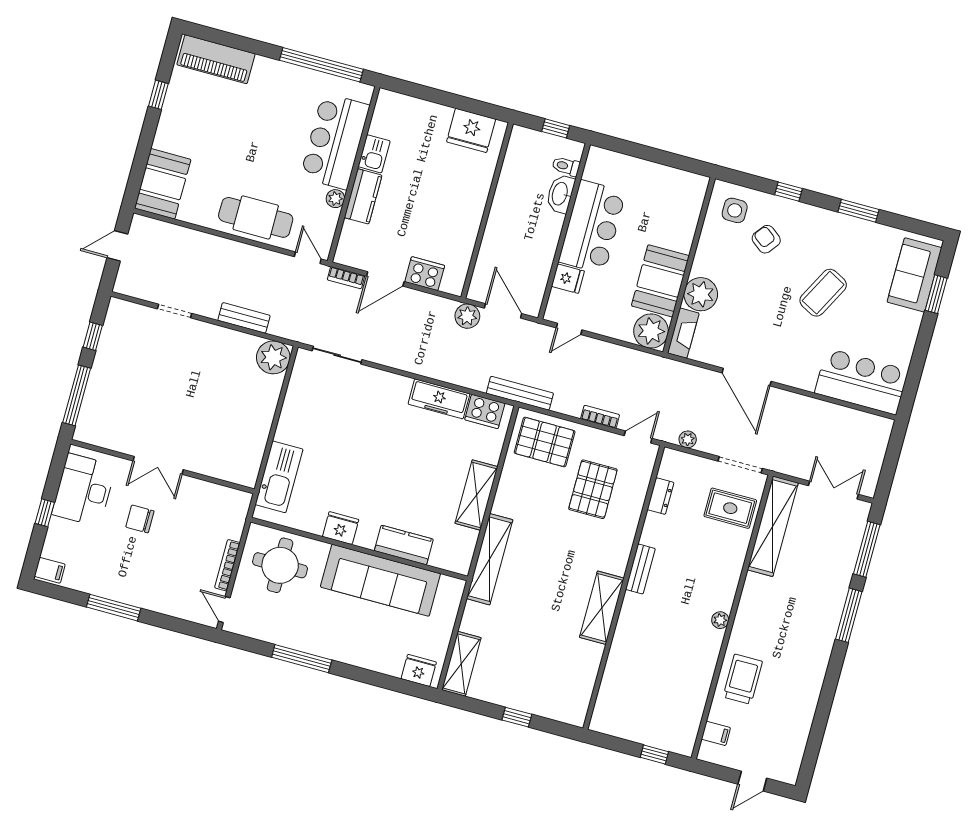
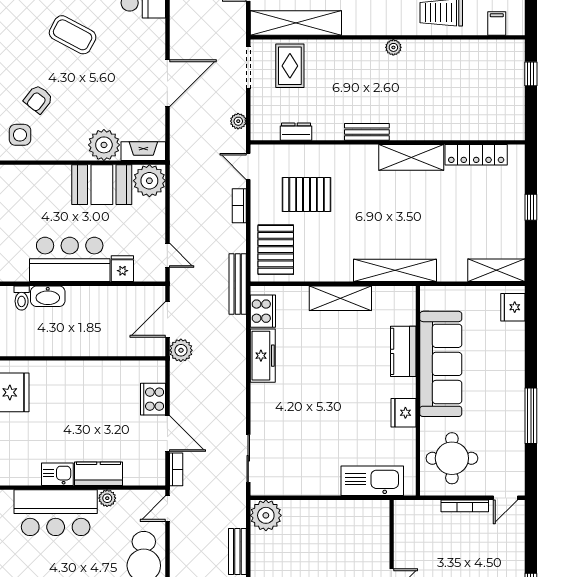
locker: (586, 675) -> (476, 155), added

